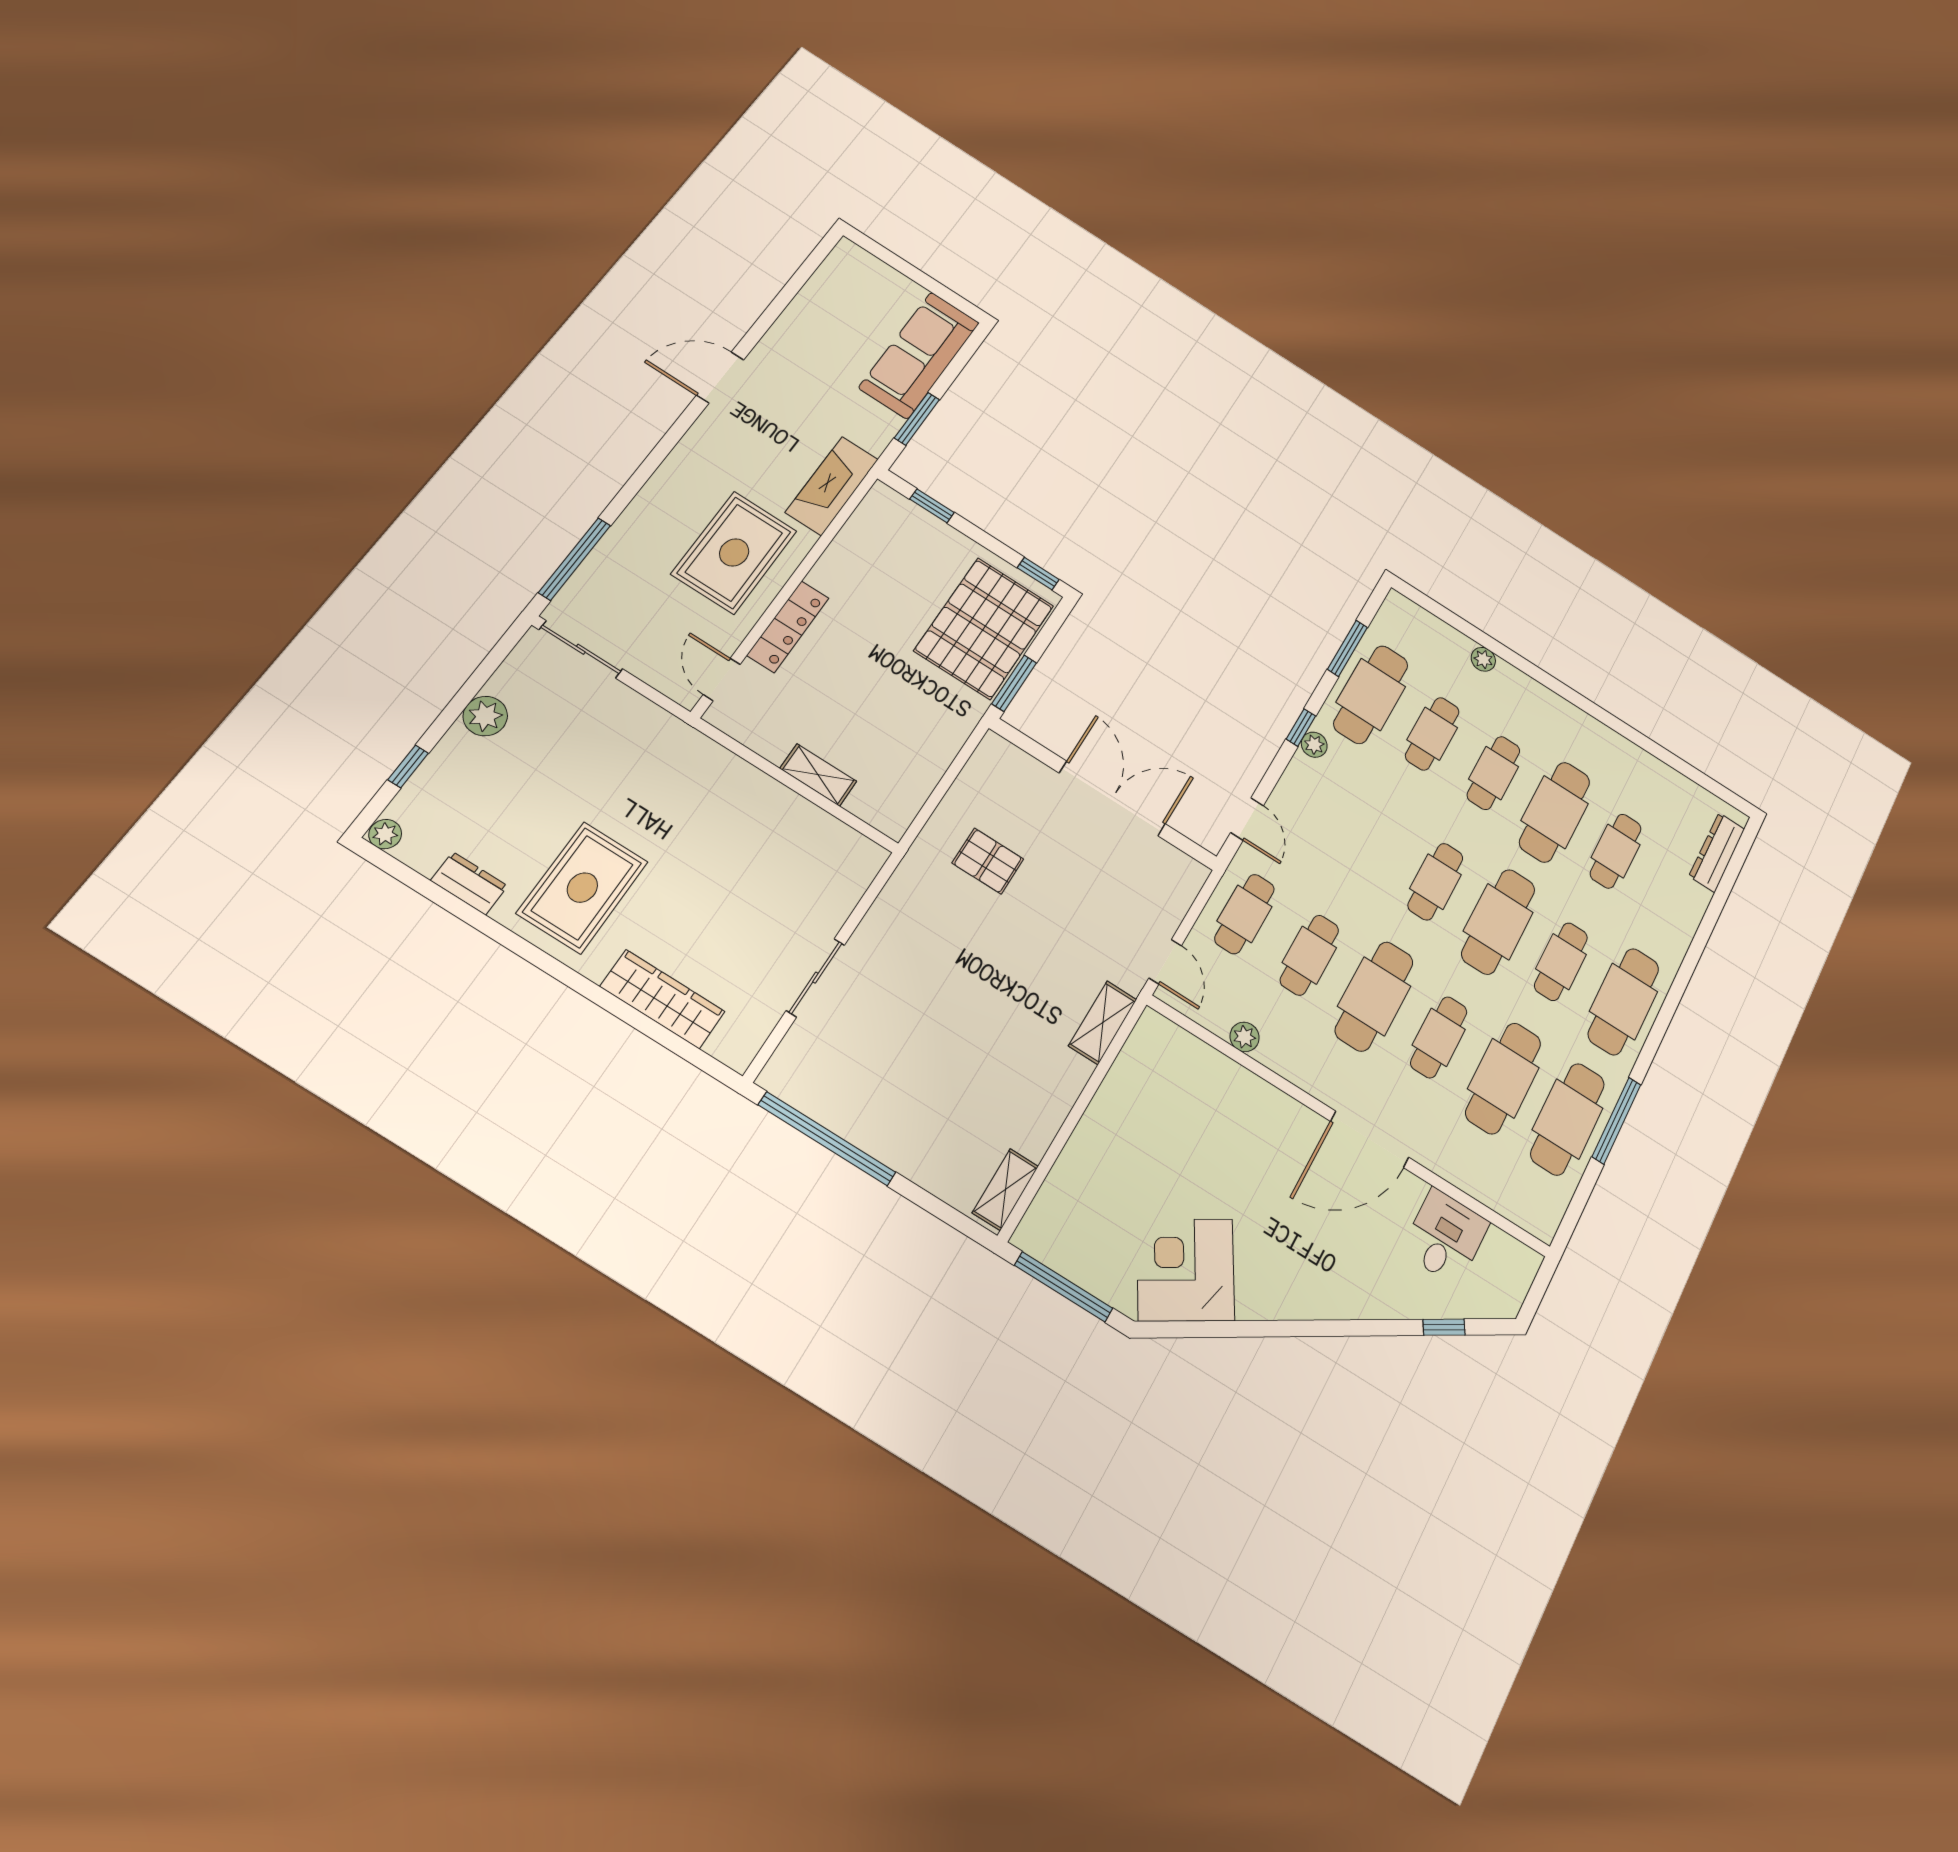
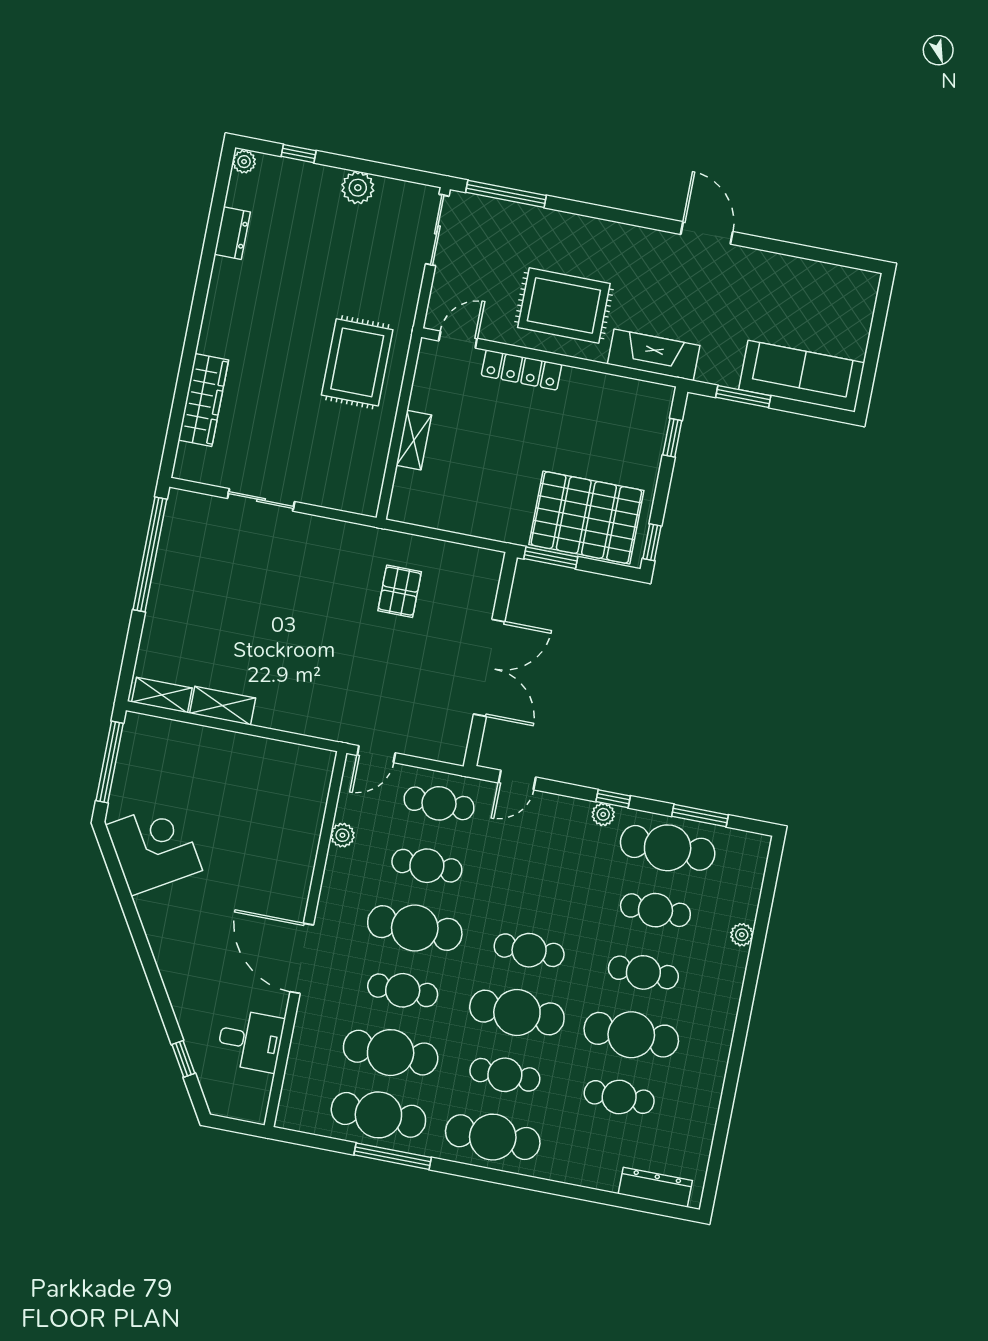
rug: (582, 888) -> (357, 362), moved, turned 90
shelving: (1103, 1023) -> (223, 706), moved

